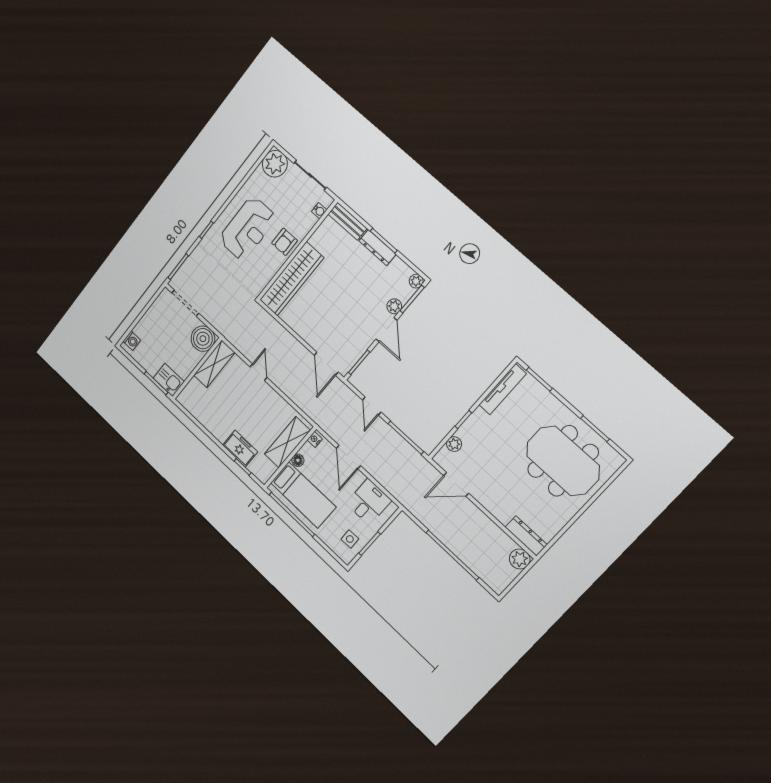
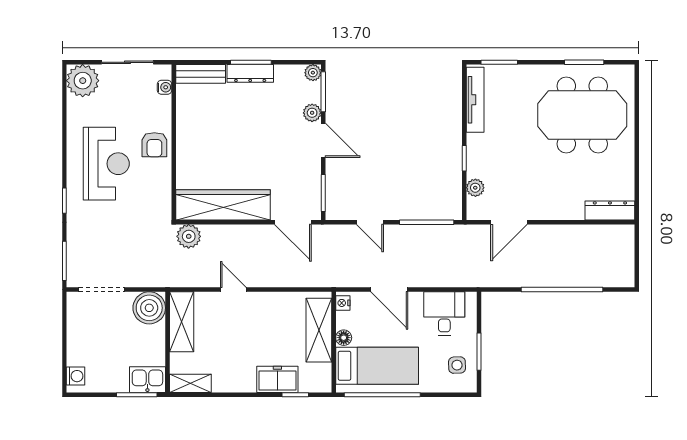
wardrobe: (292, 279) -> (223, 205), moved, turned -90
shelving: (190, 404) -> (190, 383), added
plant: (520, 559) -> (189, 236), moved

